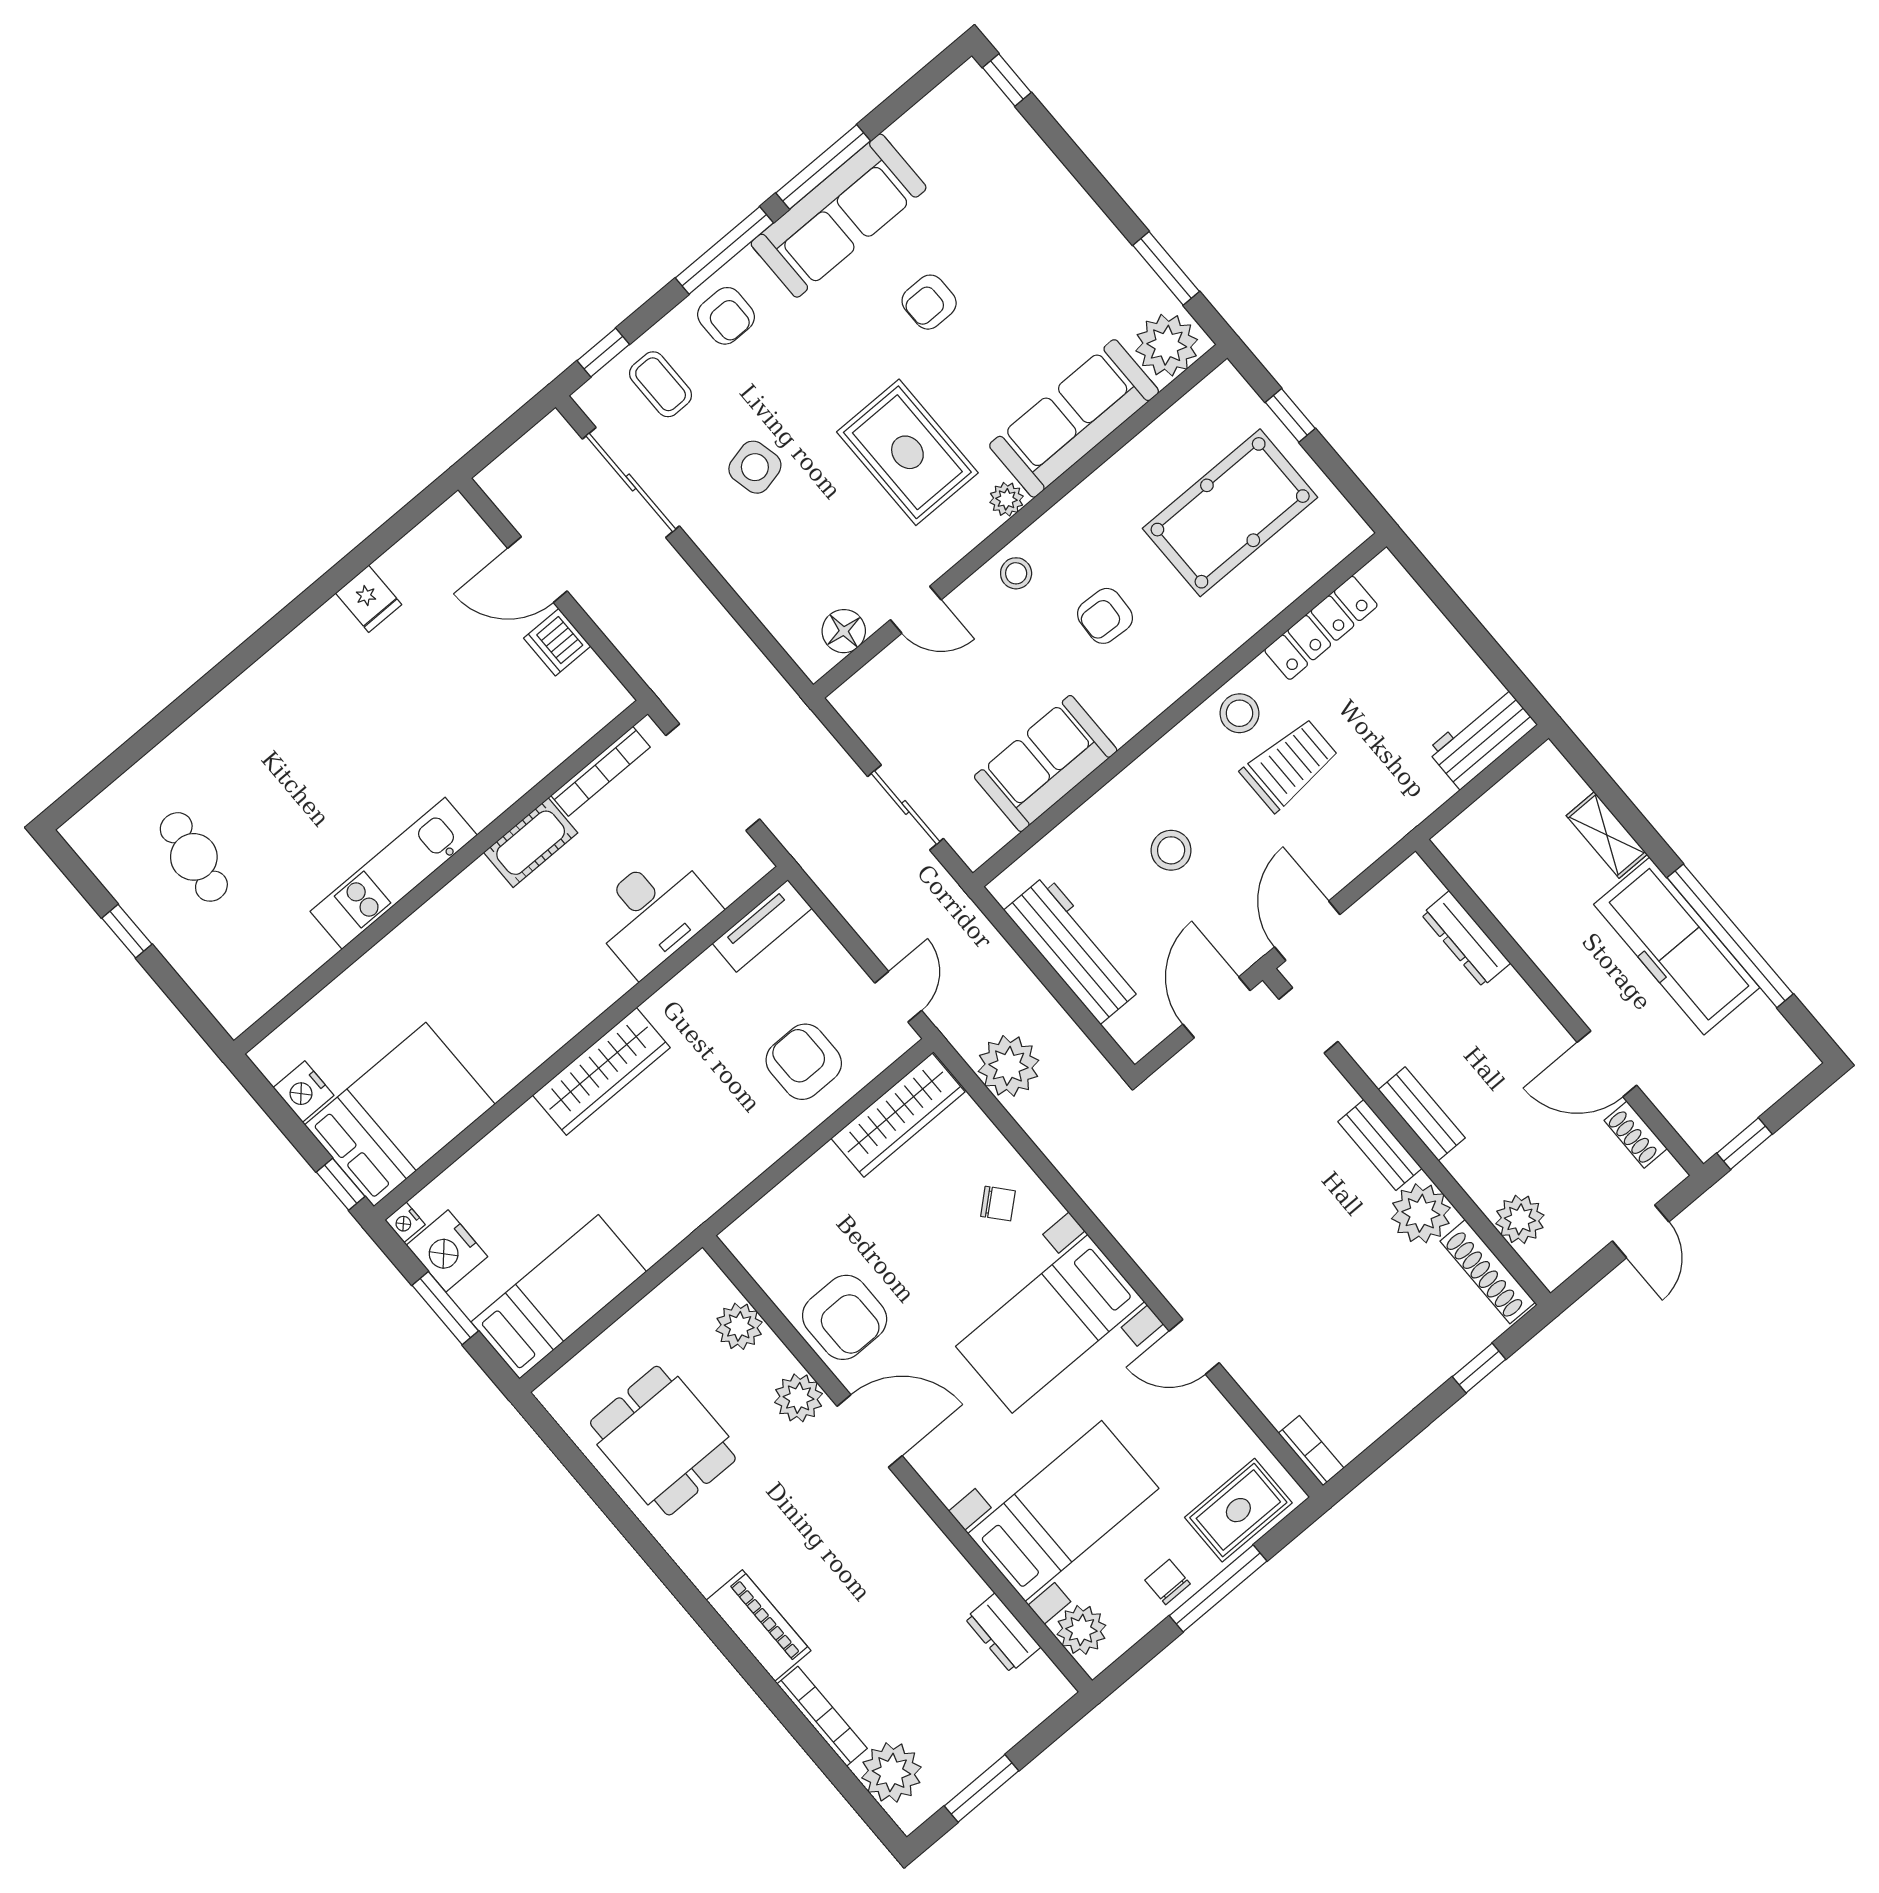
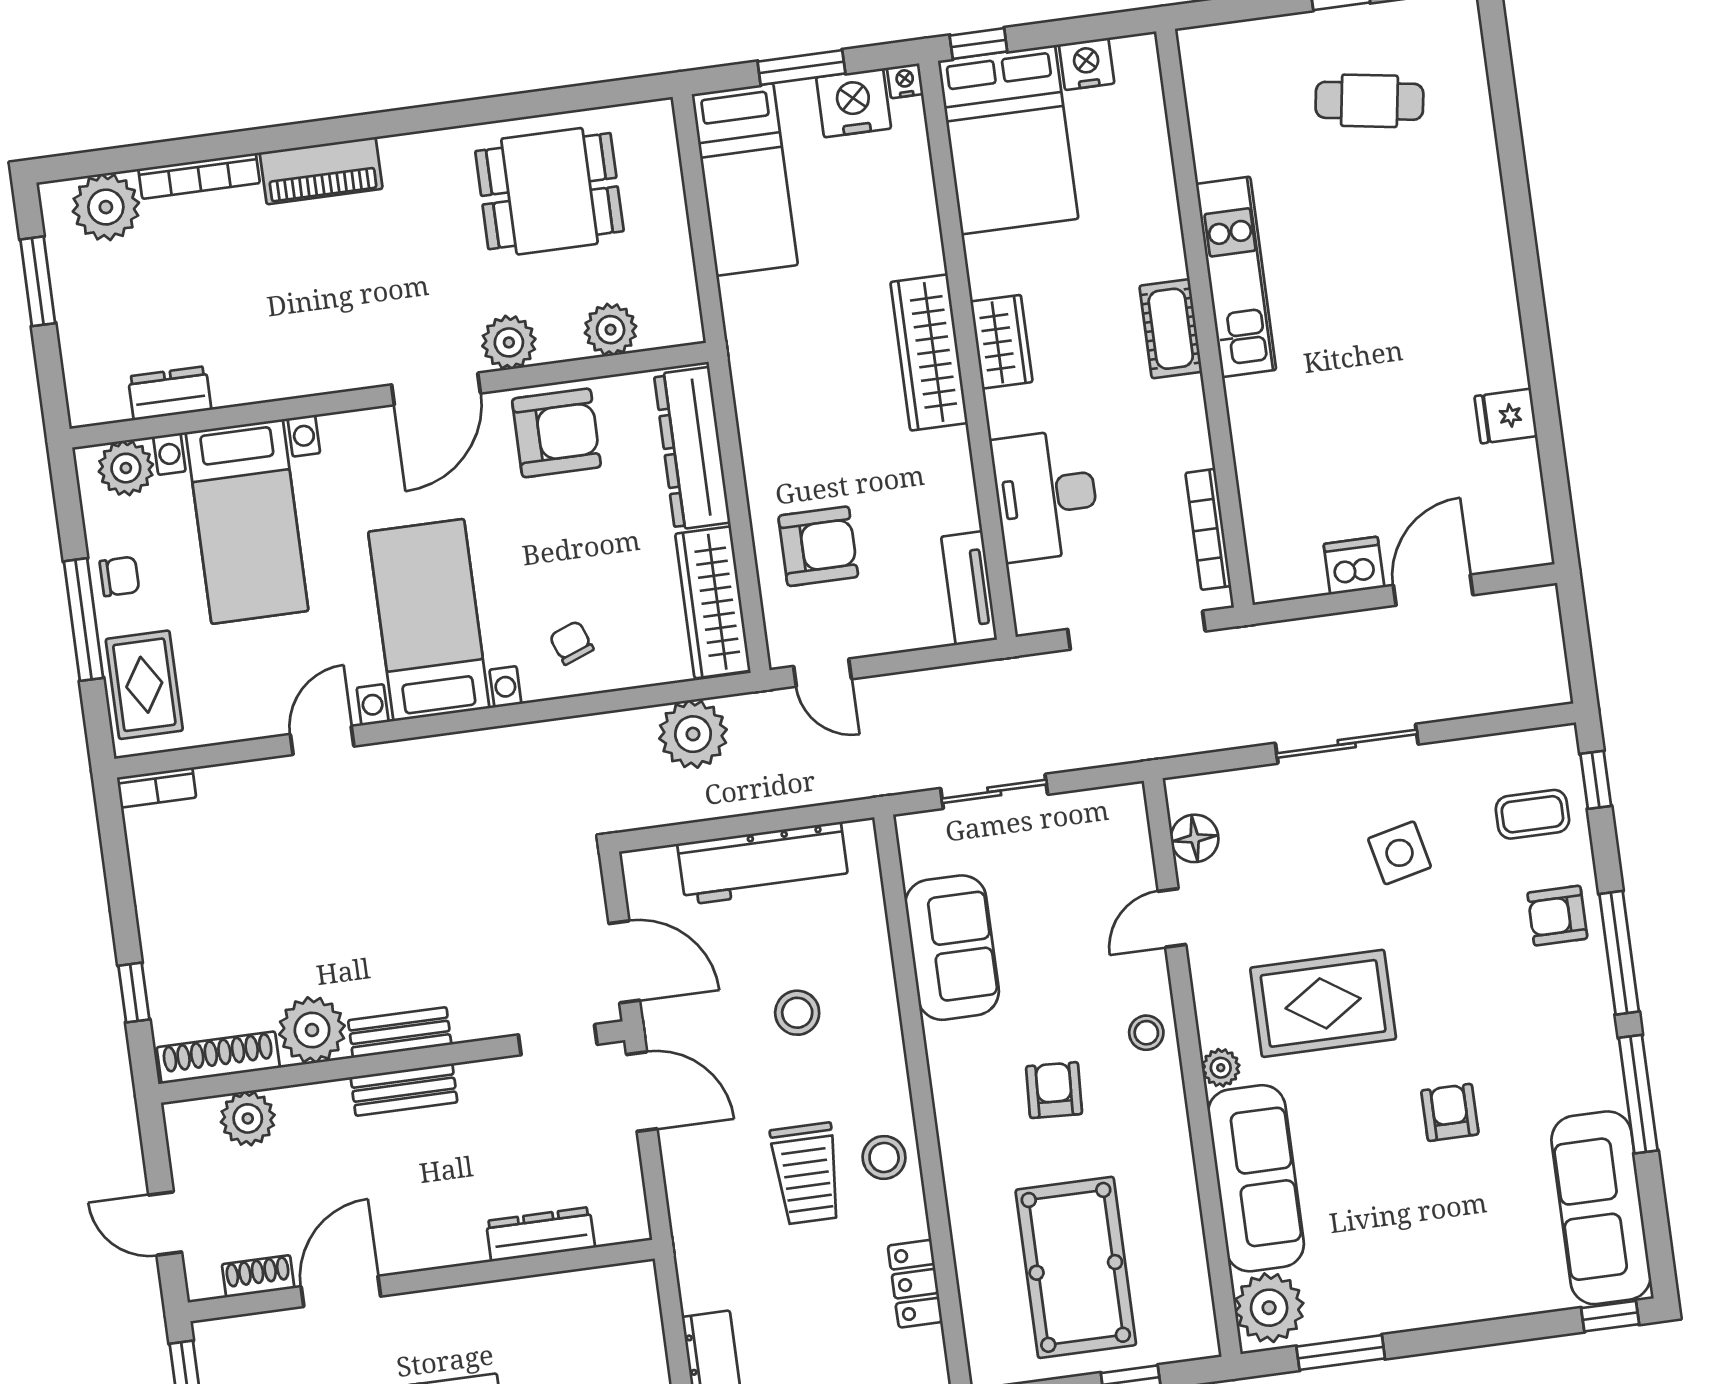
sofa: (839, 216) -> (1601, 1208), moved
sliding door: (631, 483) -> (1347, 744), moved
locker: (1321, 628) -> (915, 1284), width x0.66
cot: (531, 843) -> (1171, 329), moved
wardrobe: (558, 1021) -> (1001, 342), added
chair: (998, 1204) -> (571, 643), turned 110
dresser: (790, 1206) -> (692, 448), added
armchair: (845, 1317) -> (556, 433), turned 180

